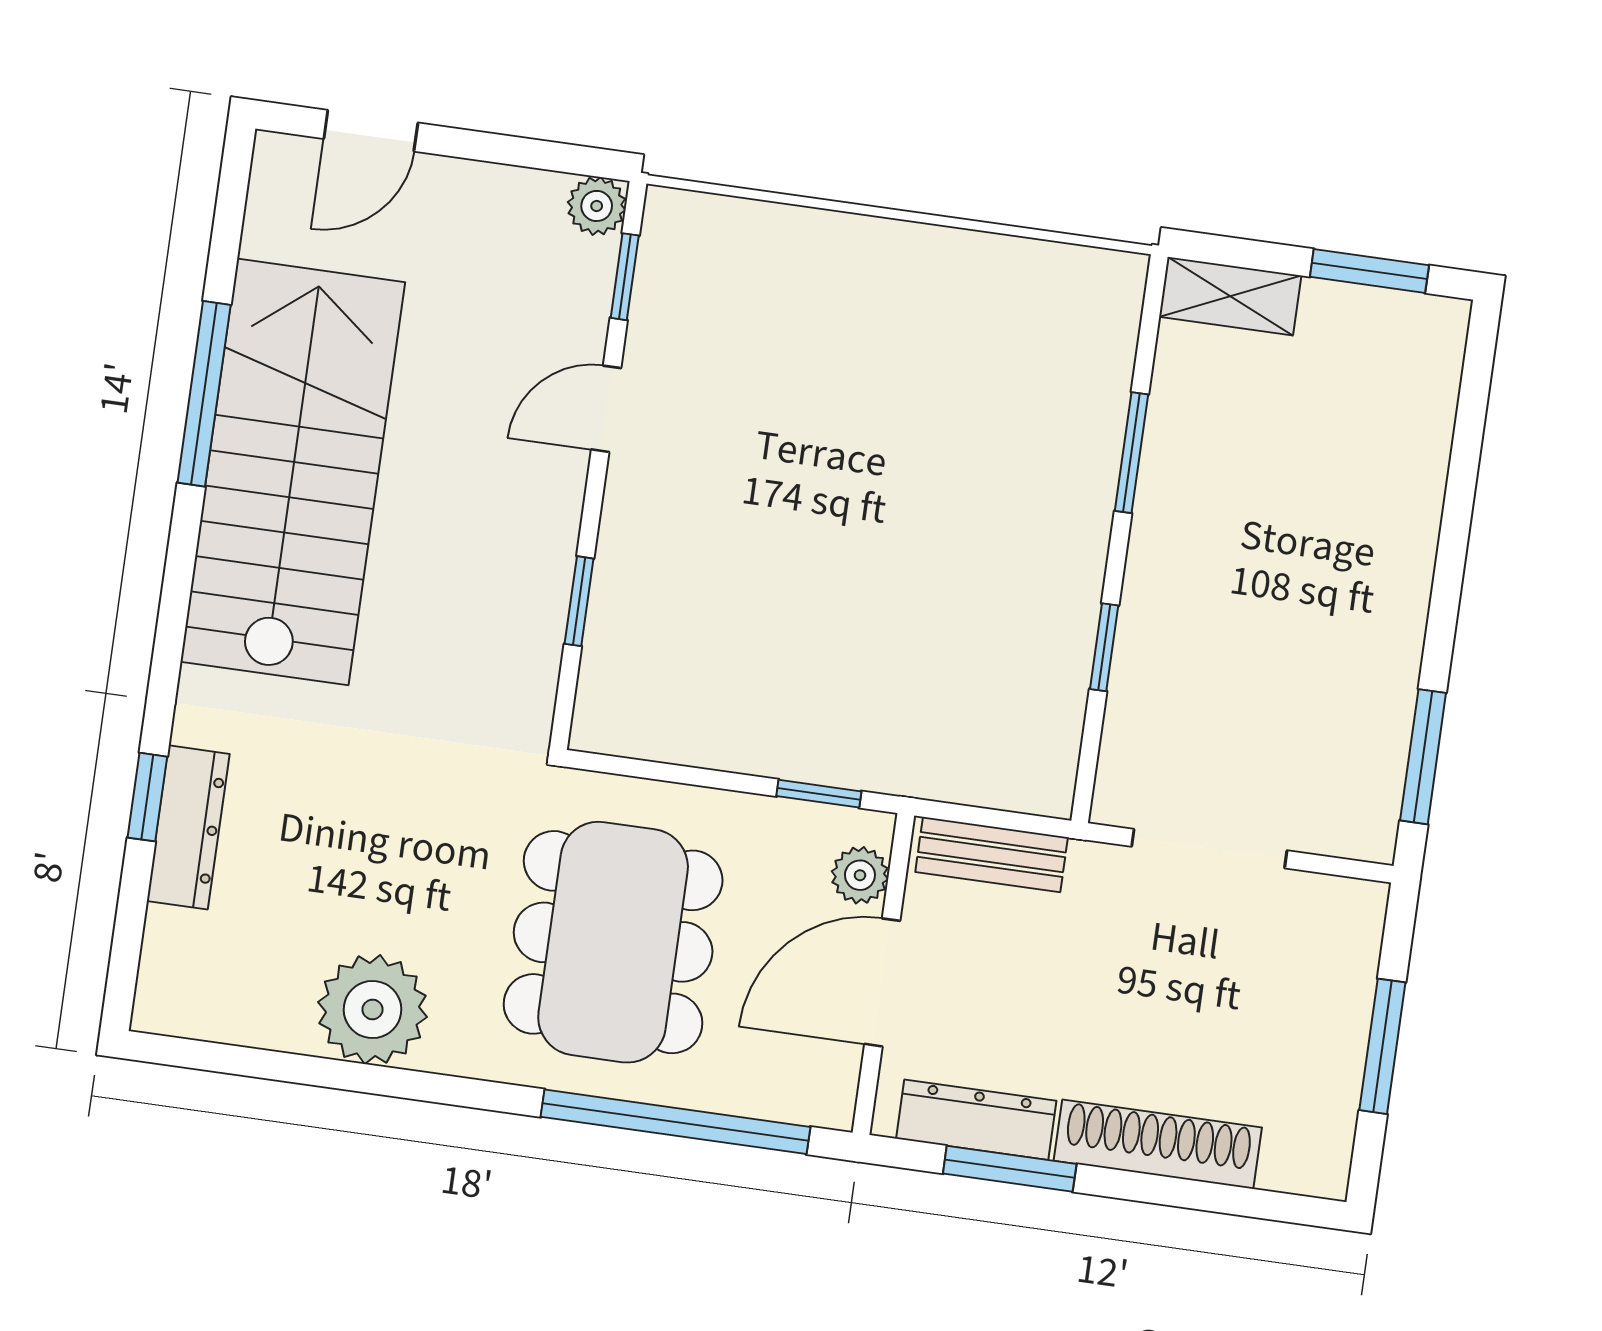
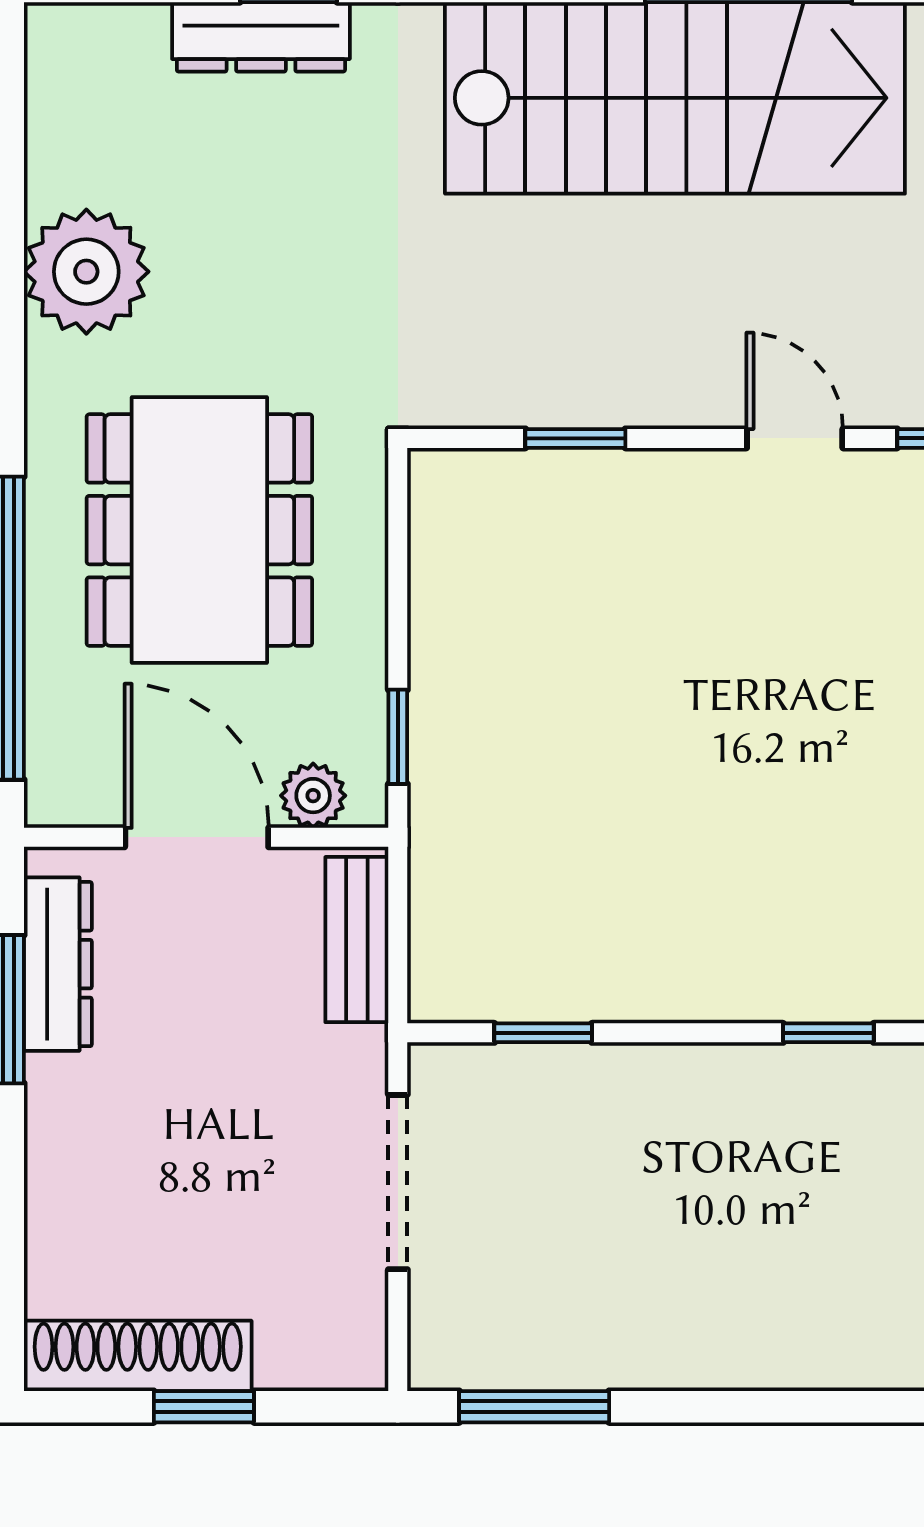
window: (1131, 453) -> (828, 1033), width x0.67
window: (1104, 647) -> (543, 1033), moved
dining table: (613, 942) -> (199, 530), turned 90
window: (1382, 1046) -> (204, 1407), width x0.67
shoe rack: (1158, 1144) -> (138, 1356), moved, turned -90

